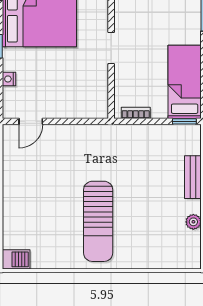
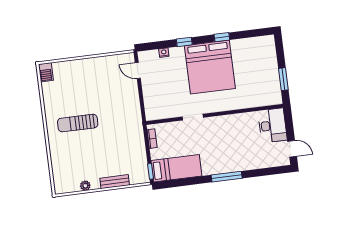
sun lounger: (98, 221) -> (78, 123), width x0.73, depth x0.75

